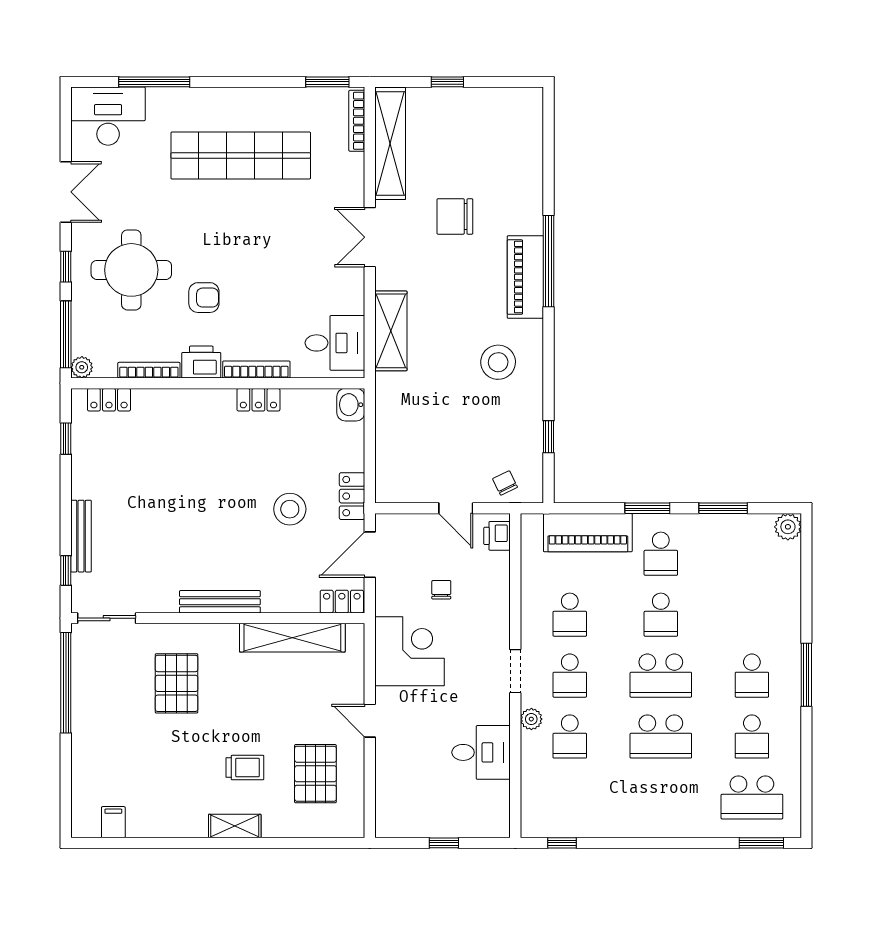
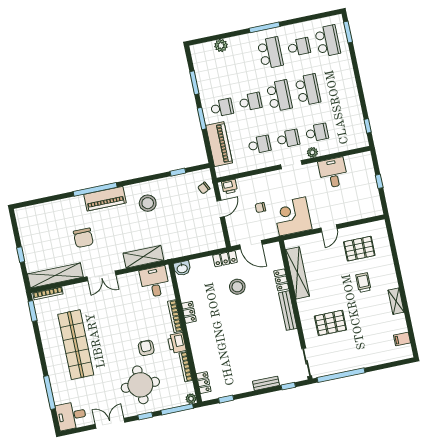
desk: (108, 116) -> (71, 416), width x0.73
plant: (788, 527) -> (221, 45), moved
bench: (81, 536) -> (266, 383), width x0.73
locker: (342, 602) -> (281, 280), moved
school desk: (752, 676) -> (270, 53), width x1.85
shelving: (235, 826) -> (396, 301), moved

